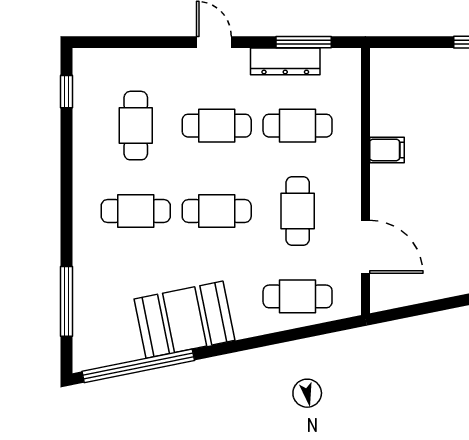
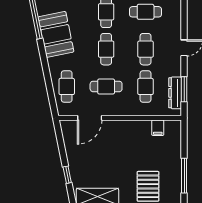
dresser: (285, 61) -> (175, 93), moved
filing cabinet: (387, 150) -> (158, 128), moved

